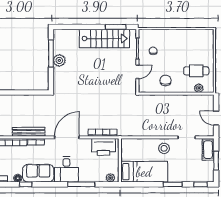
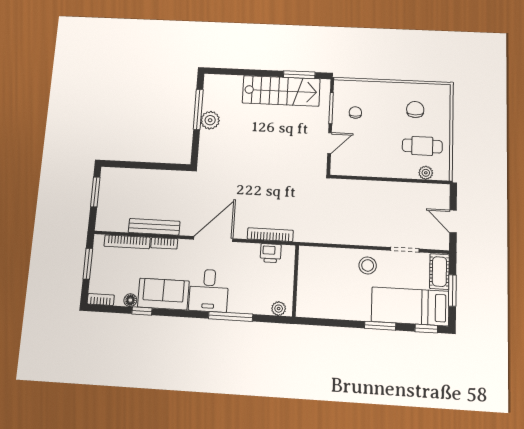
chair: (166, 80) -> (415, 110), moved
printer: (104, 147) -> (271, 253), width x0.53, depth x0.68
bed: (144, 172) -> (410, 306), moved, turned 180

